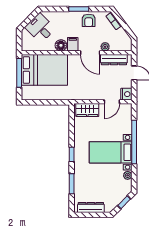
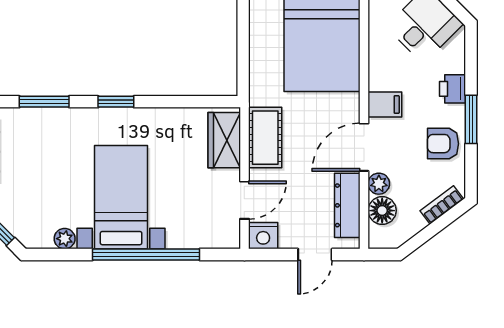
printer: (66, 17) -> (453, 89), added
floor lamp: (61, 45) -> (382, 211), moved
cot: (86, 93) -> (265, 138), added
door: (112, 102) -> (244, 200), swing flipped

